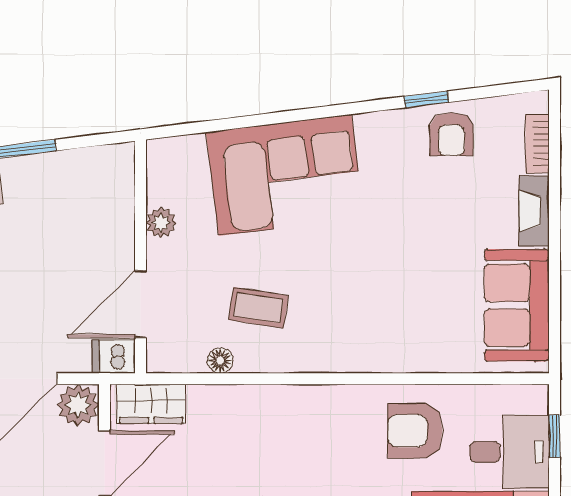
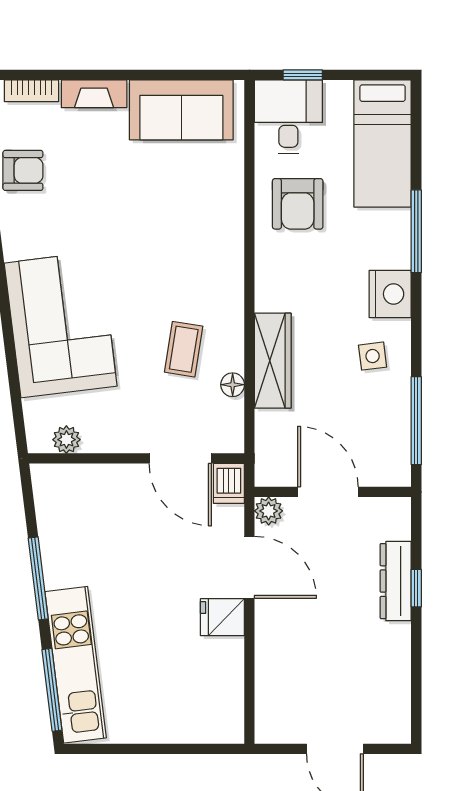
plant: (161, 223) -> (66, 440), moved
wardrobe: (151, 404) -> (273, 361), moved, width x1.50
plant: (78, 405) -> (269, 511), width x0.73, depth x0.73
desk: (510, 452) -> (288, 116), moved

